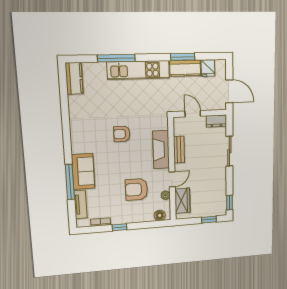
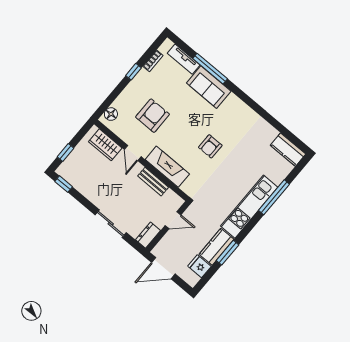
armchair: (122, 134) -> (210, 146), turned 180
plant: (165, 195) -> (124, 135), removed

